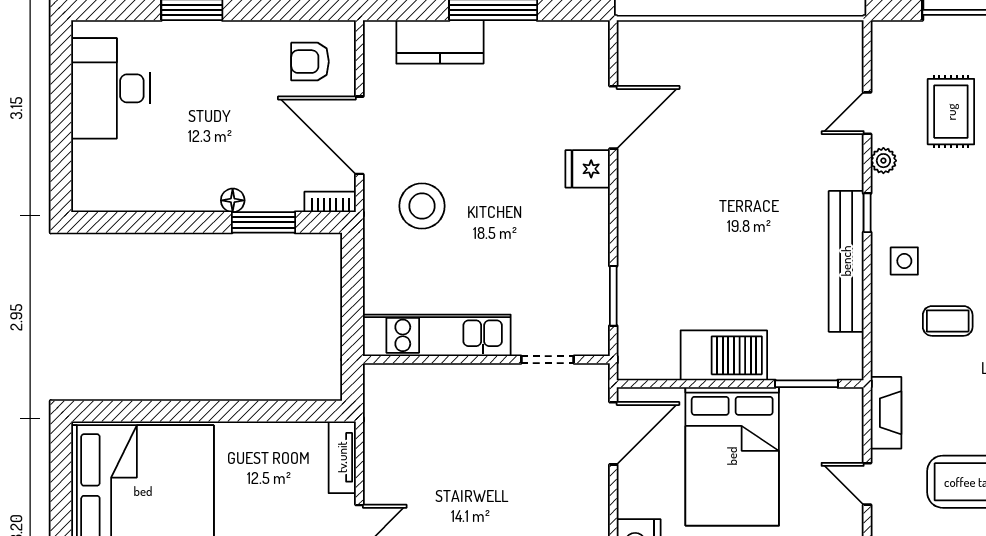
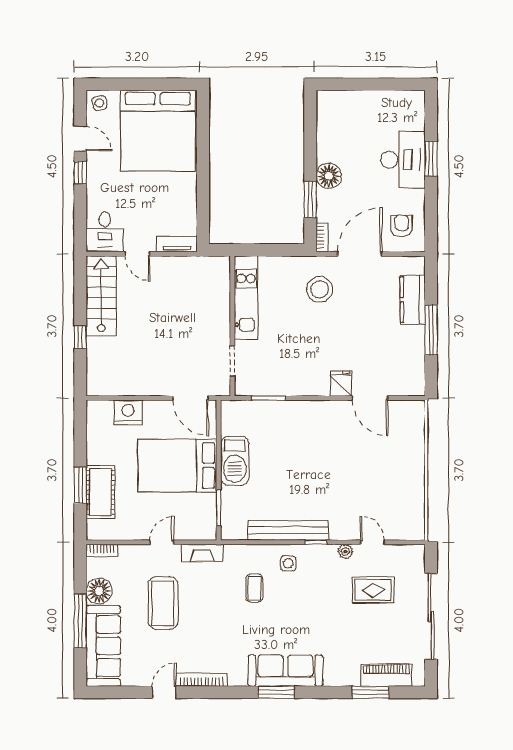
desk: (111, 88) -> (403, 160), moved, turned 90
floor lamp: (233, 200) -> (329, 176), width x1.89, depth x1.89

